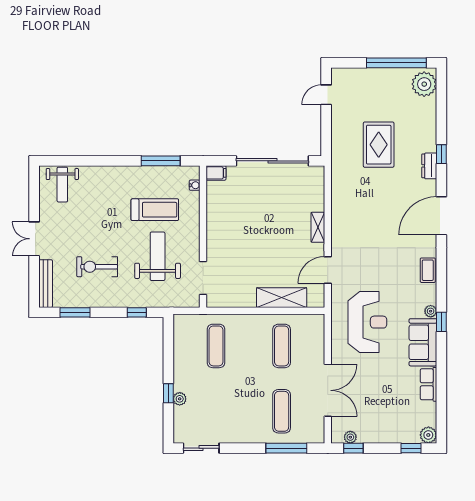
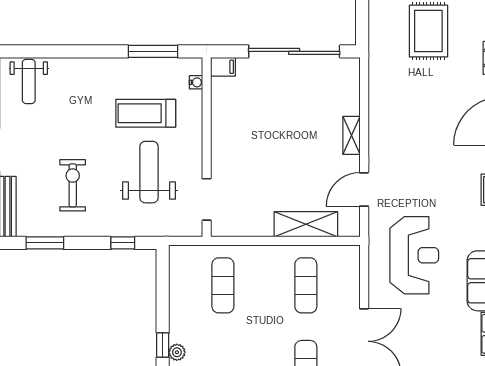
treadmill: (155, 210) -> (146, 113), turned 180
exercise bike: (97, 267) -> (73, 185), turned 90

